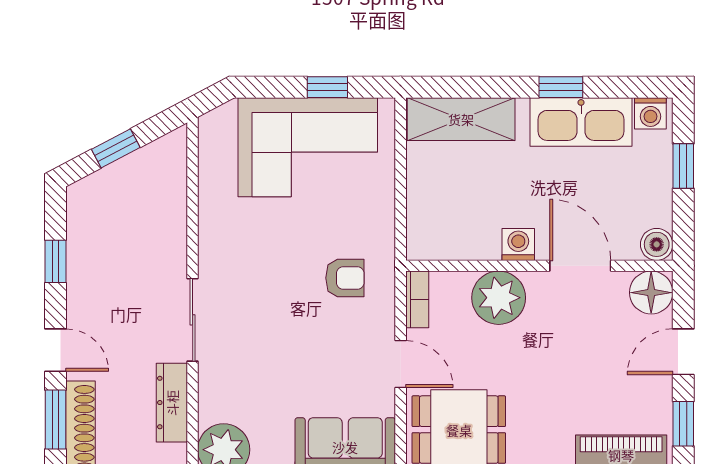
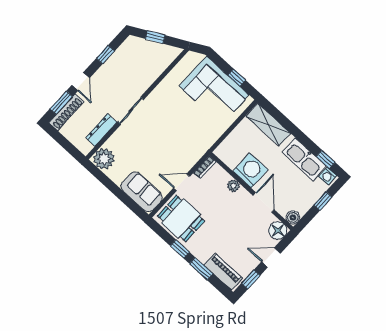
window: (561, 87) -> (326, 159), moved
washing machine: (518, 244) -> (250, 170), width x1.89, depth x1.89
armchair: (345, 278) -> (189, 141), removed
plant: (499, 298) -> (233, 186), width x0.53, depth x0.53
door: (401, 364) -> (182, 182), swing flipped

